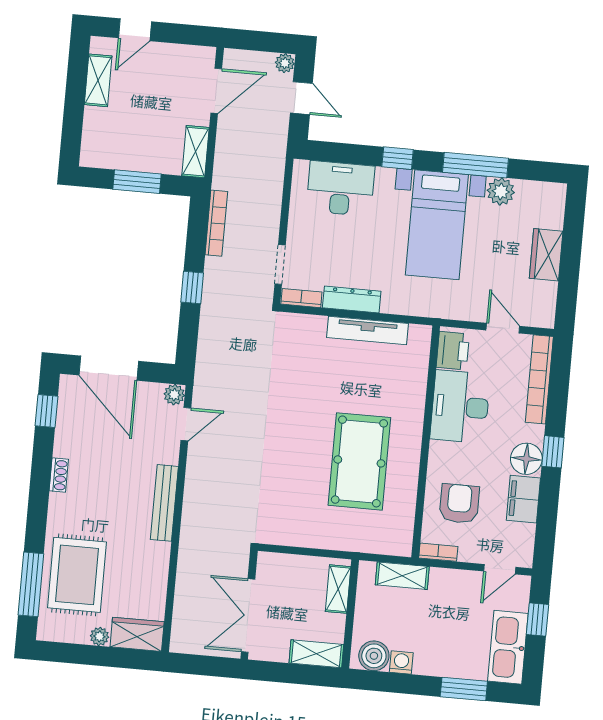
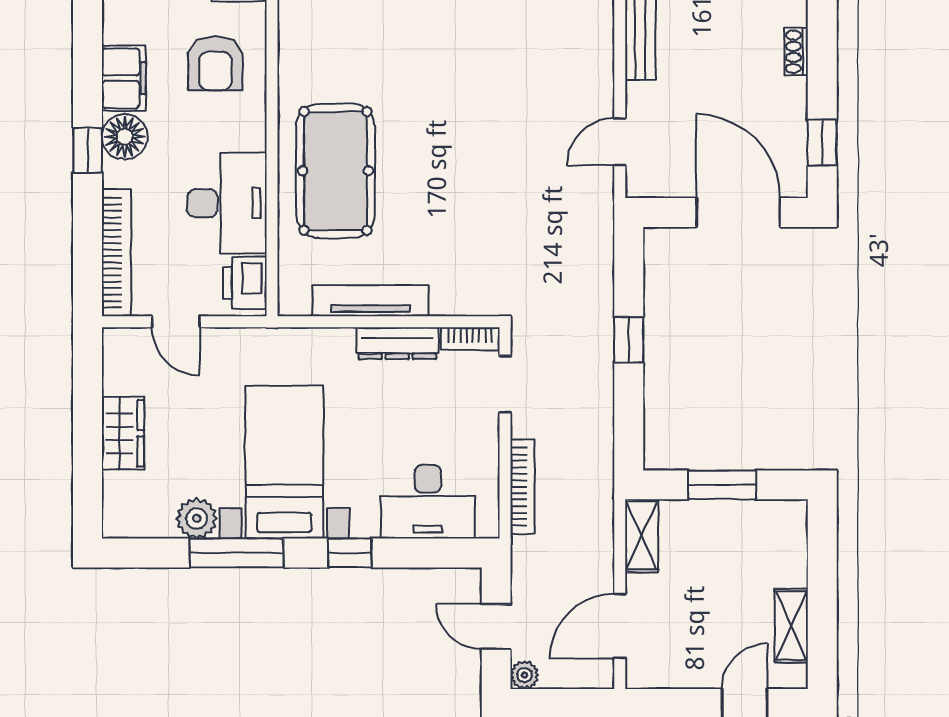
bookcase: (216, 223) -> (523, 487), moved, turned 180
plant: (174, 395) -> (640, 183), removed
pool table: (359, 461) -> (335, 171), moved

